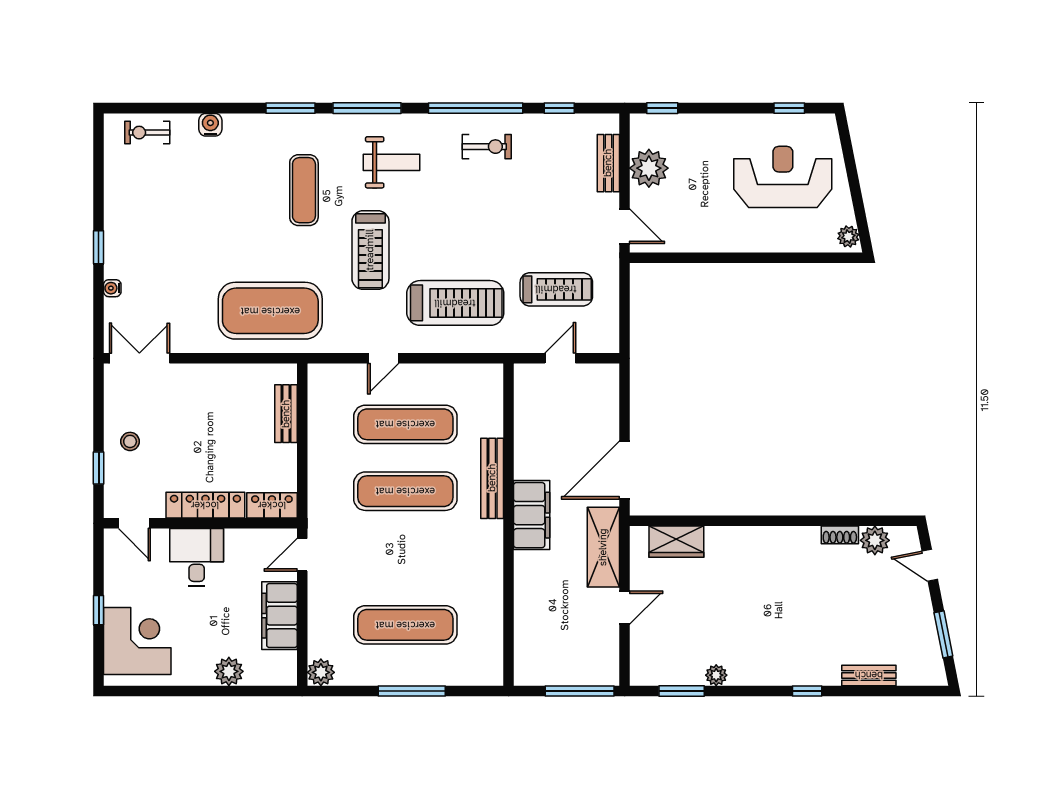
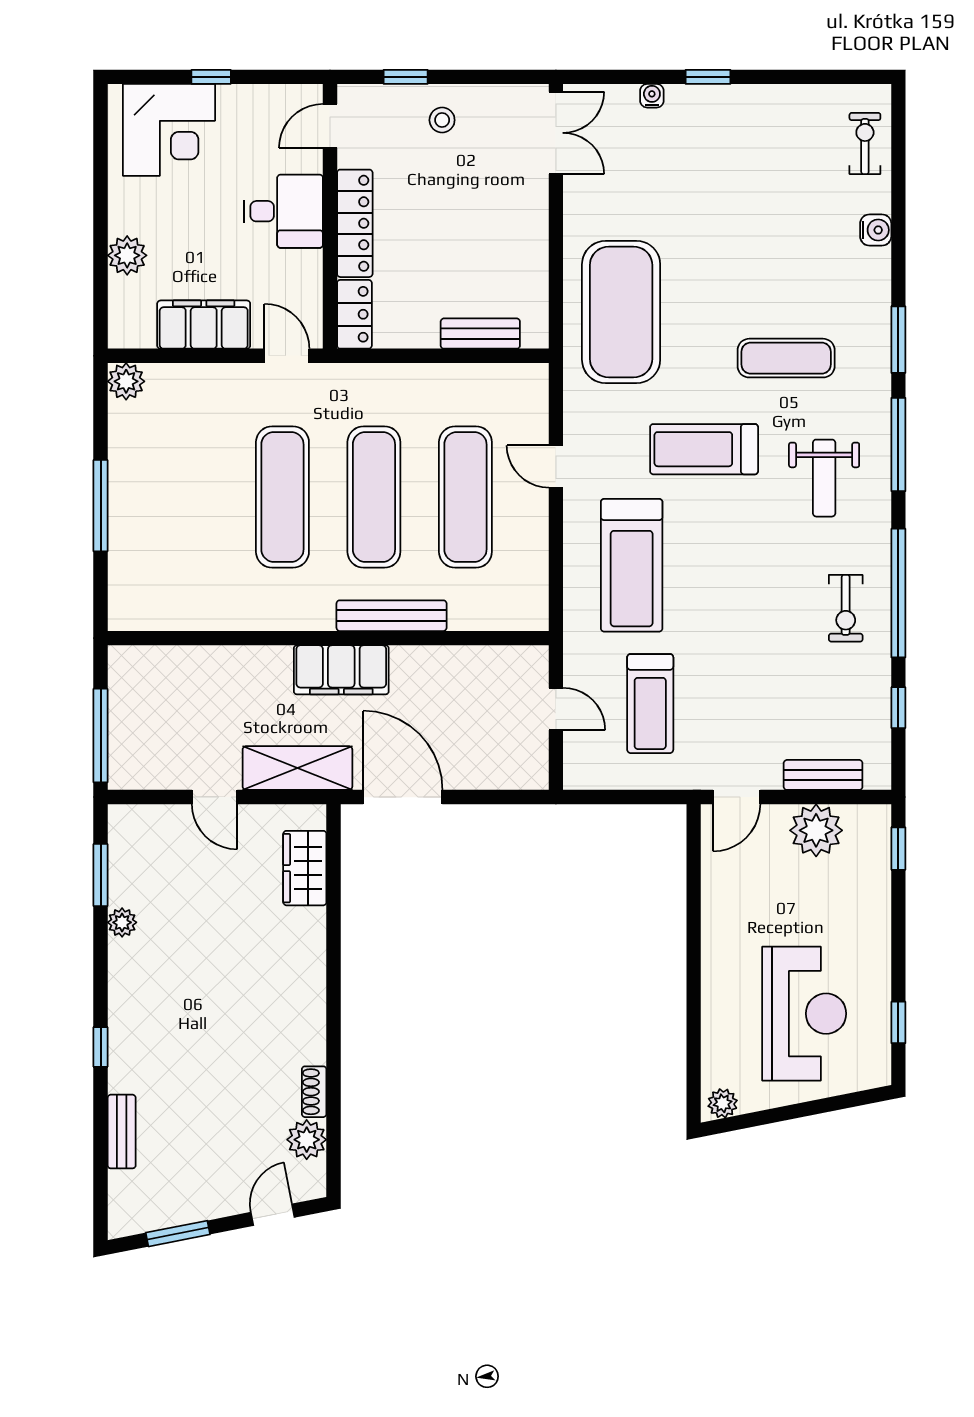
exercise mat: (405, 625) -> (282, 497), moved

